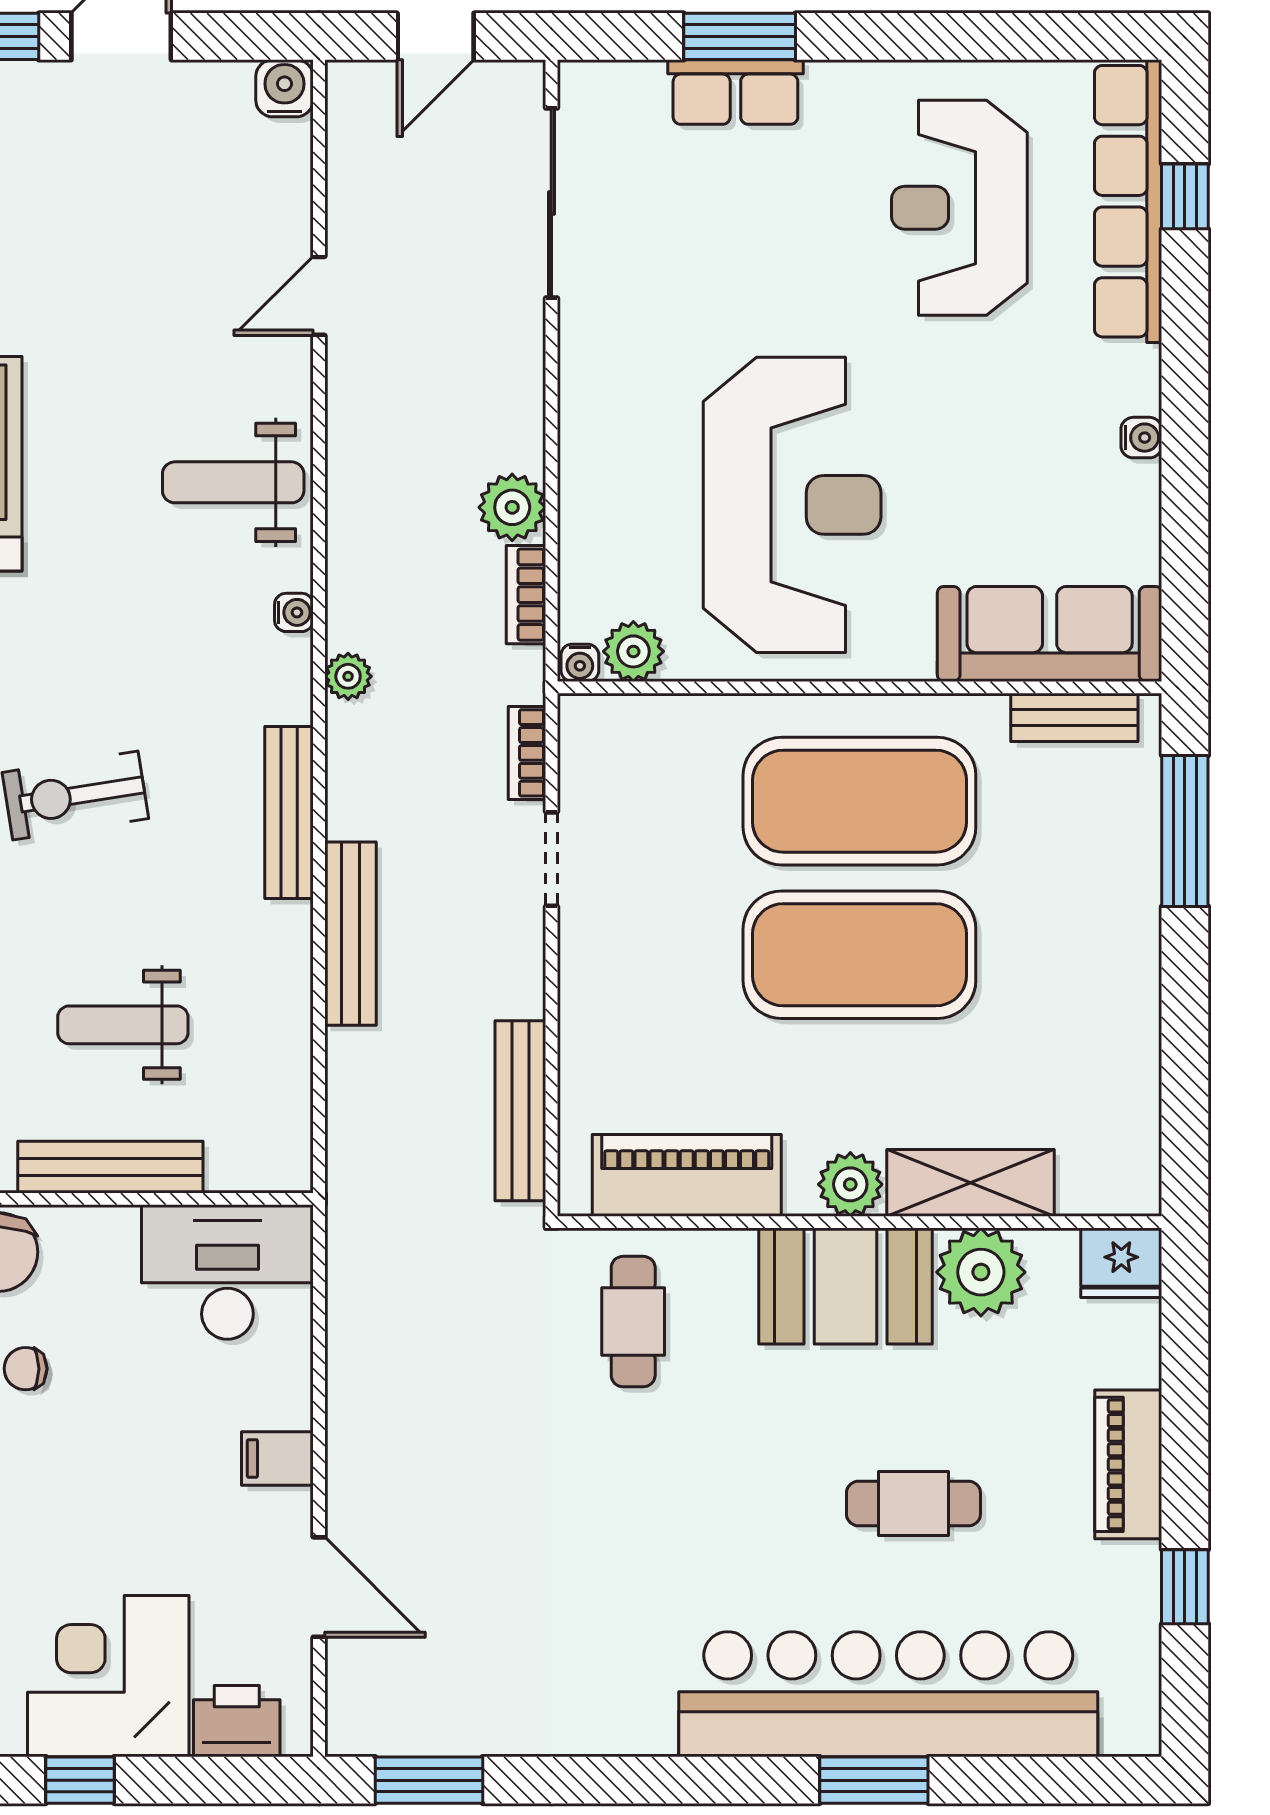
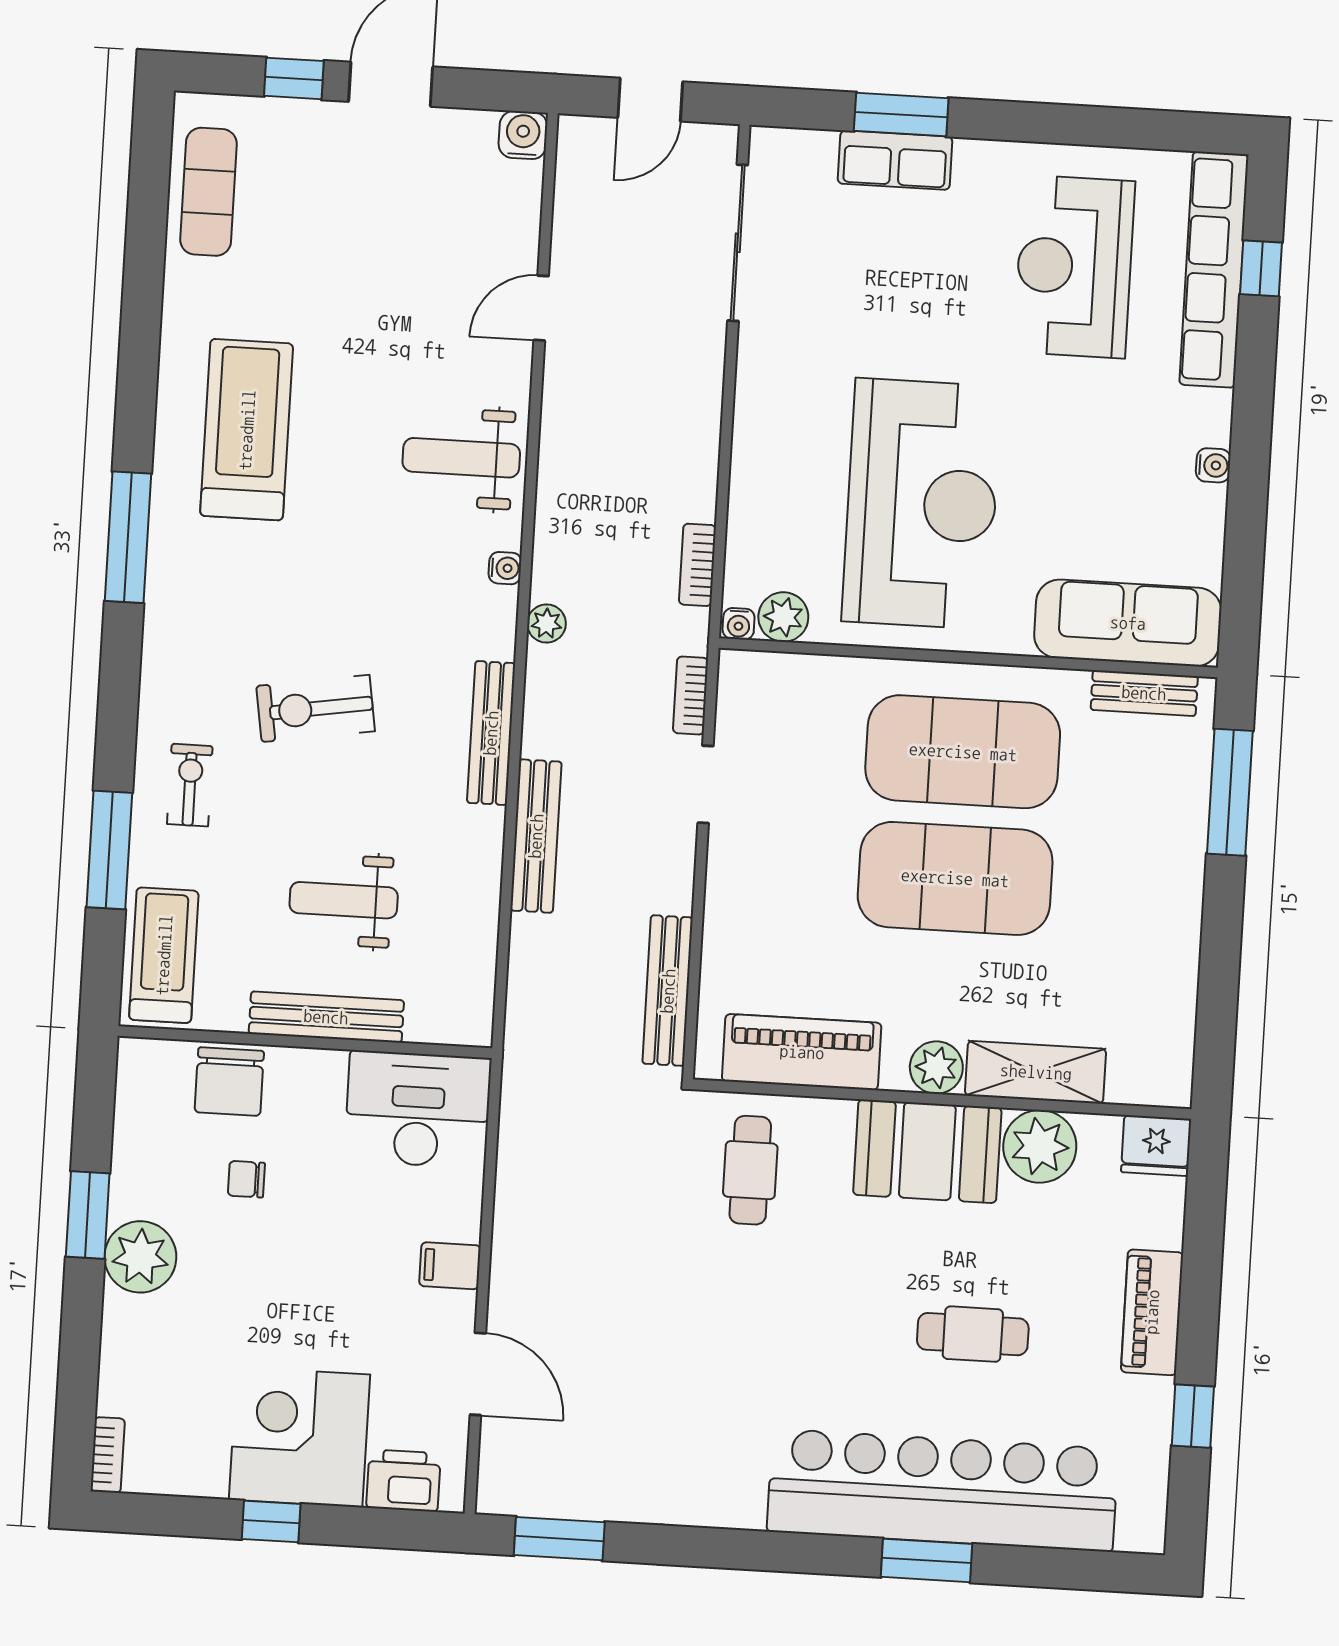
plant: (512, 507) -> (690, 492), removed

